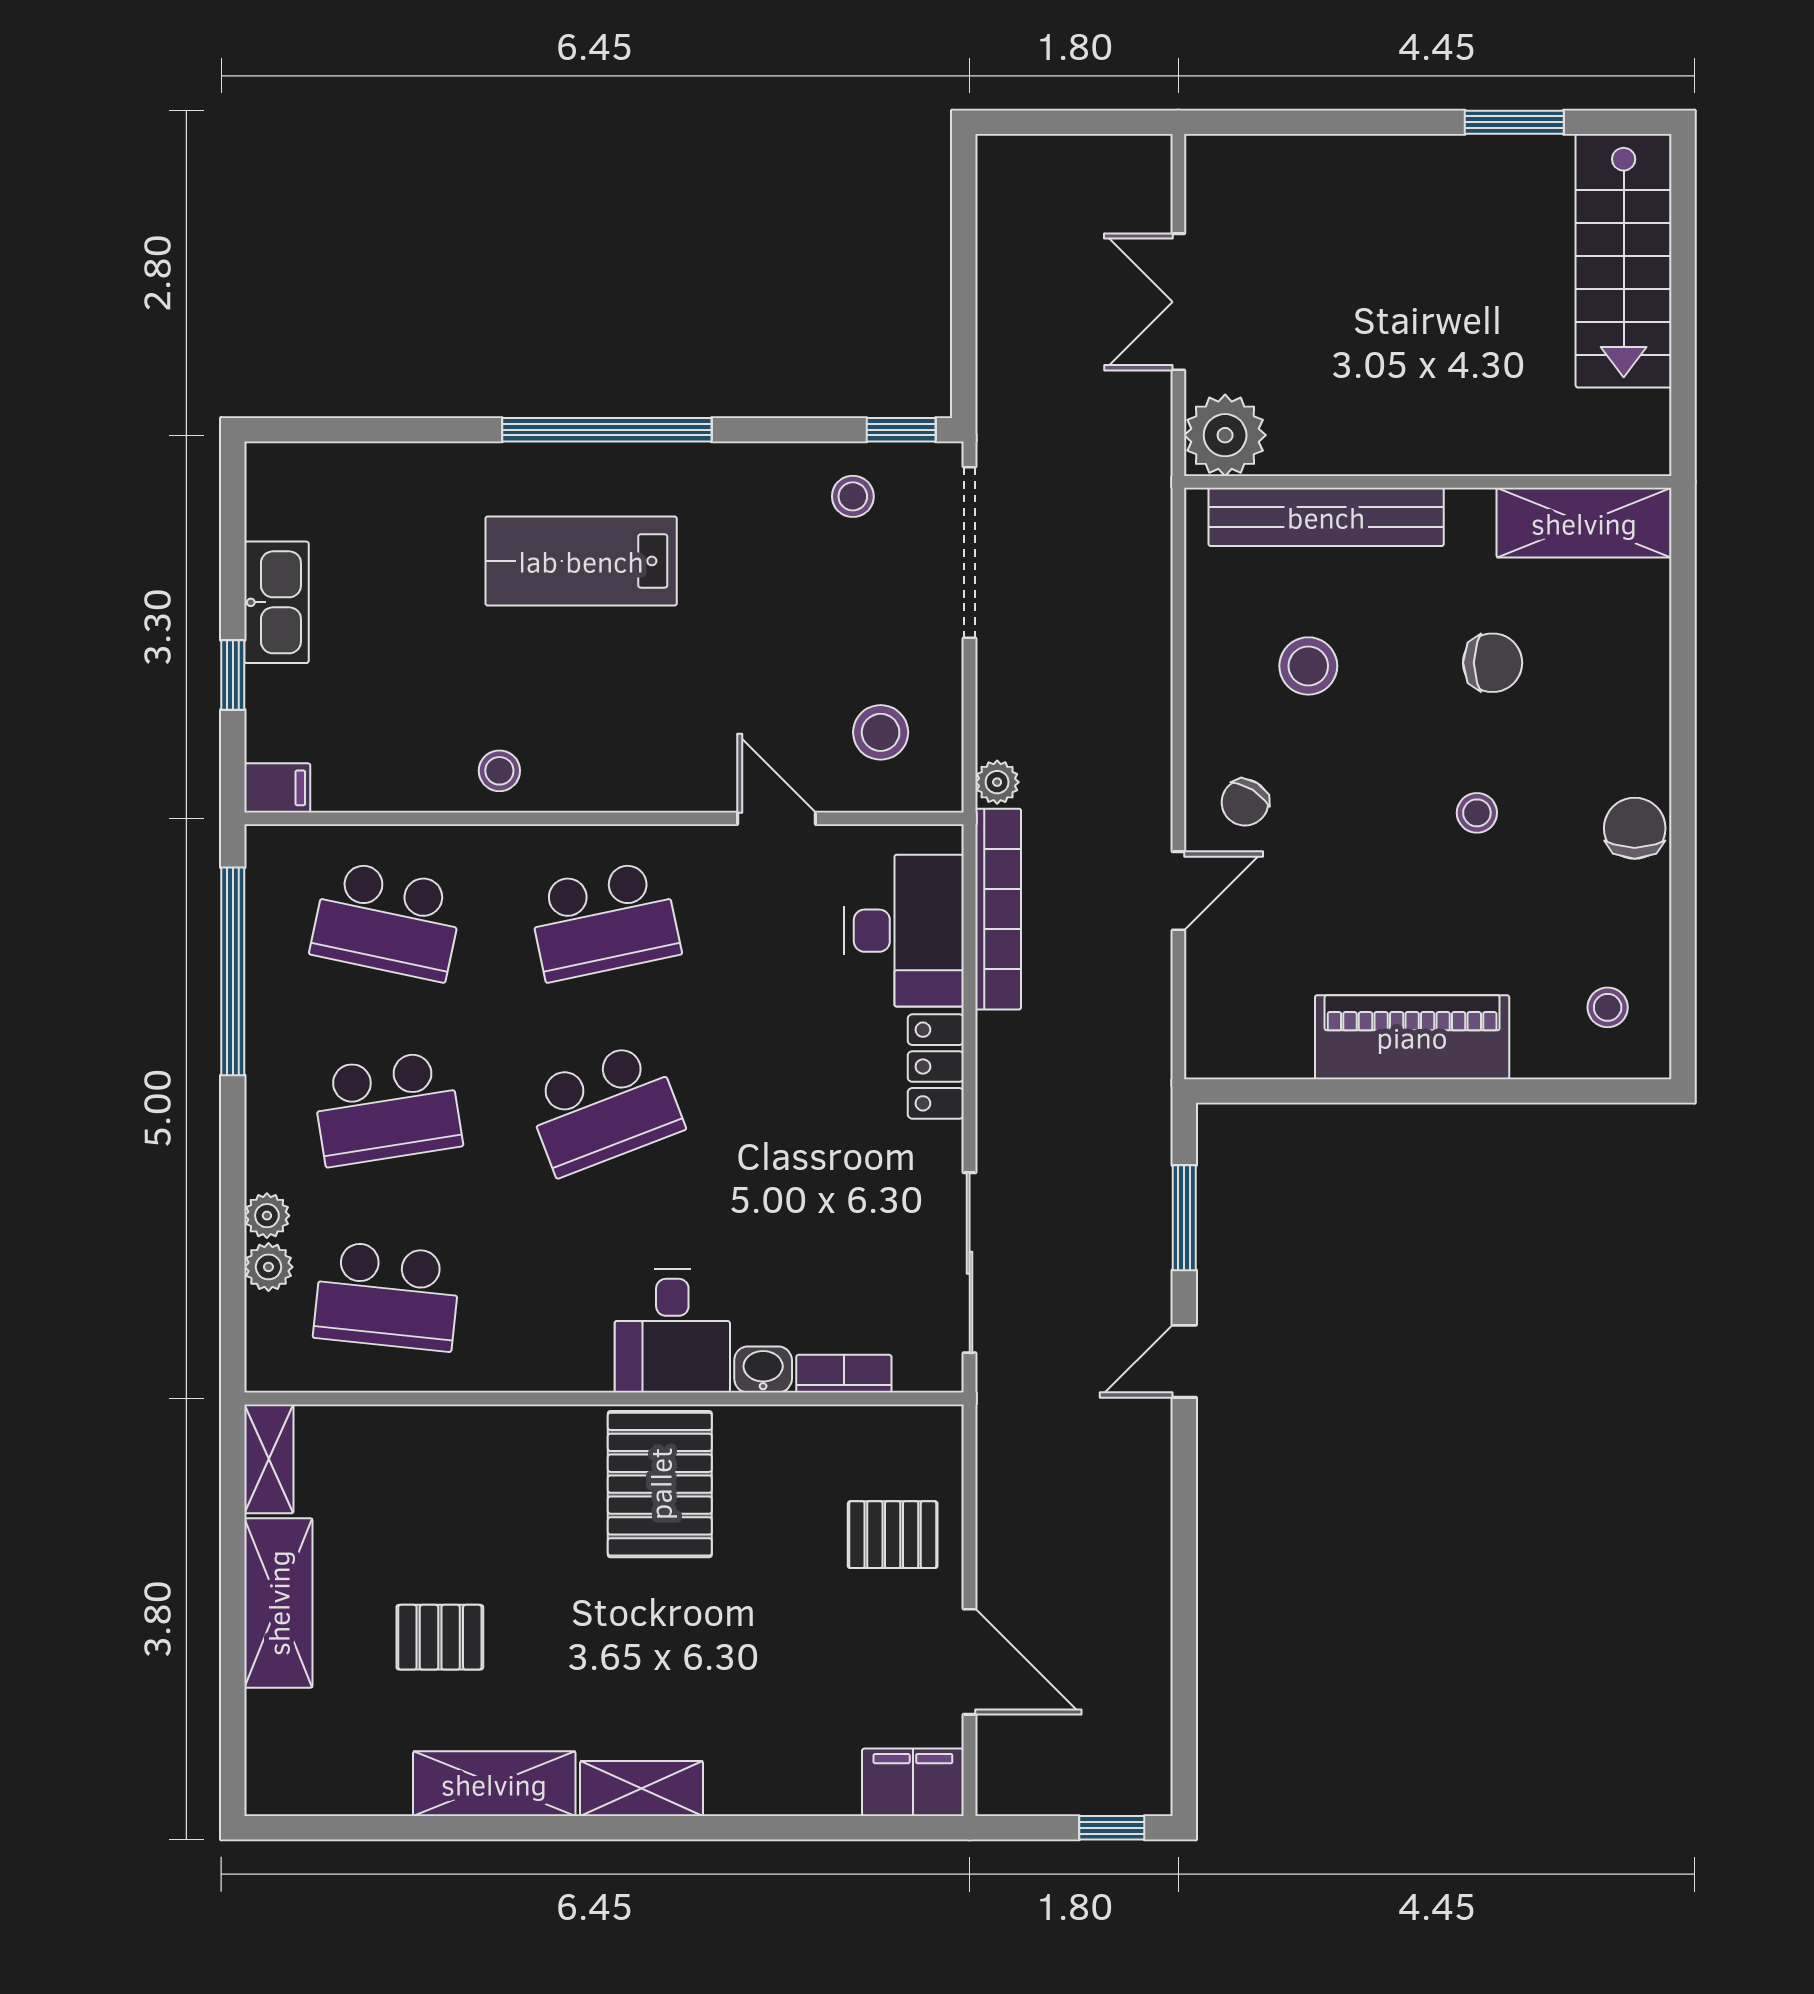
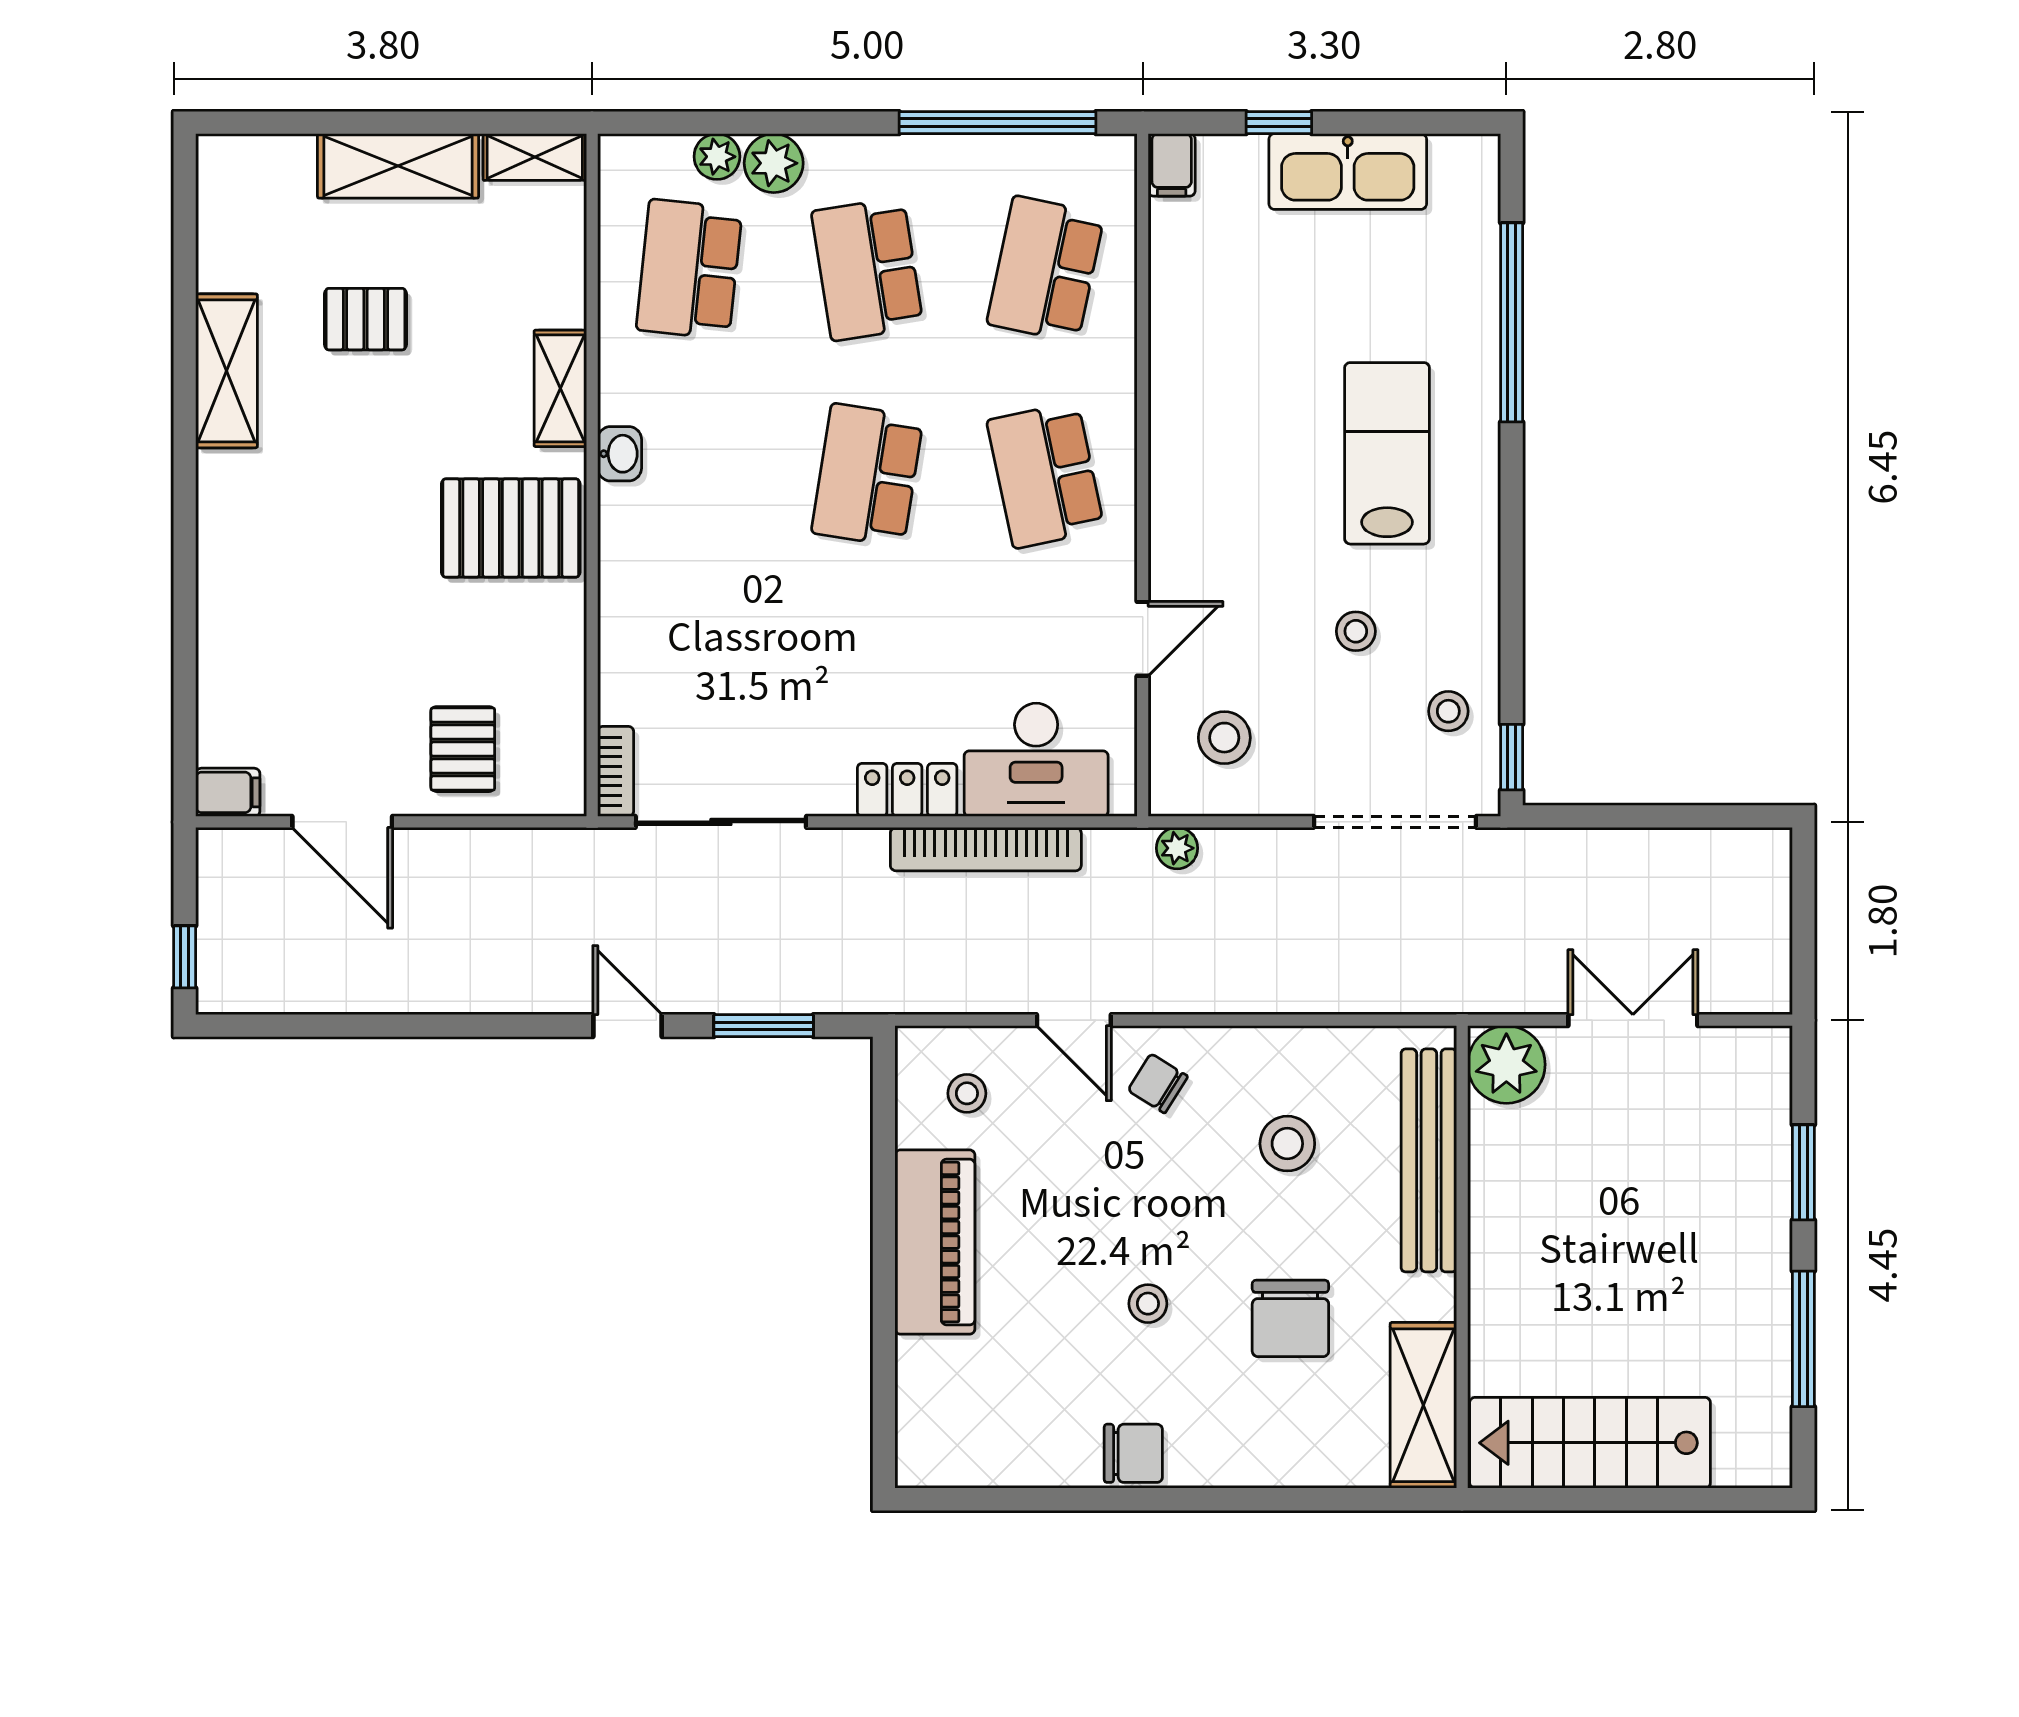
window: (1339, 122) -> (1803, 1172), added
window: (1514, 122) -> (1803, 1339), width x1.44
stairs: (1624, 261) -> (1590, 1443), moved
window: (607, 430) -> (1512, 322), moved
kitchen sink: (276, 602) -> (1348, 171), width x1.36, depth x1.24
chair: (1493, 663) -> (1290, 1318), width x1.37, depth x1.37
stool: (499, 771) -> (1356, 631), moved
bookcase: (998, 909) -> (986, 849), moved
stool: (1608, 1007) -> (967, 1093), moved
school desk: (604, 1108) -> (867, 475), turned 30
plant: (267, 1216) -> (774, 163), width x1.38, depth x1.38
desk: (672, 1331) -> (656, 540), removed
washbasin: (763, 1370) -> (620, 454), moved
bookcase: (844, 1374) -> (616, 771), moved
pallet: (440, 1637) -> (365, 319), turned 90
door: (970, 1662) -> (342, 822), hinge flipped
filing cabinet: (913, 1782) -> (228, 792), width x0.50
shelving: (641, 1789) -> (560, 388), moved

